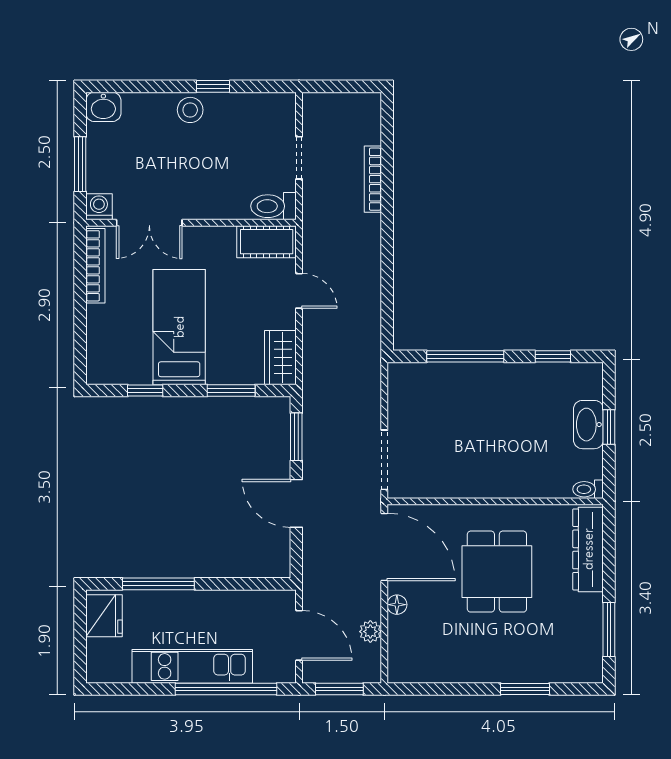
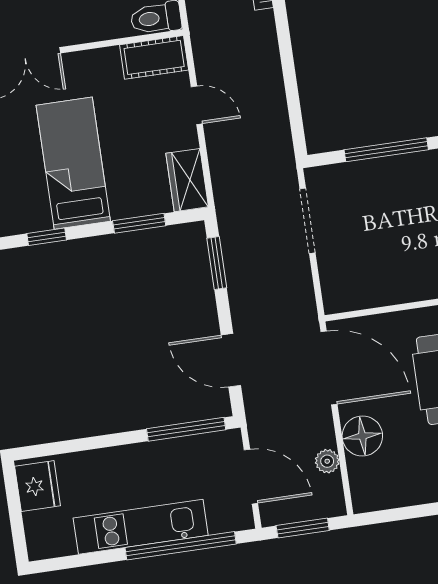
doorway: (384, 460) -> (307, 221), moved
door: (296, 503) -> (231, 360), moved
window: (158, 584) -> (186, 429), moved
floor lamp: (397, 605) -> (362, 436), width x1.89, depth x1.89

